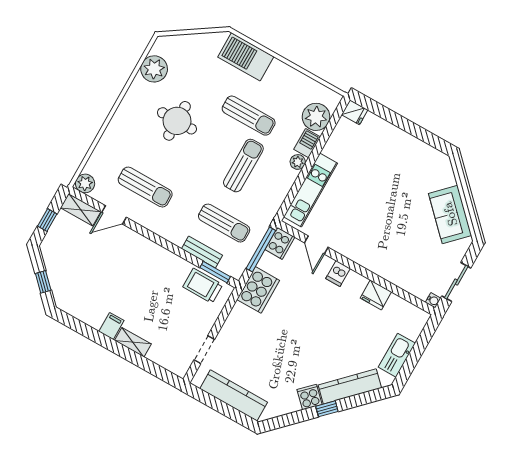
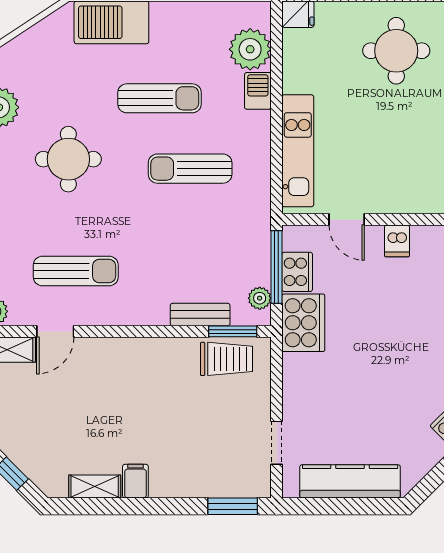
plant: (298, 162) -> (260, 298), moved
round table: (399, 165) -> (396, 51), added
sun lounger: (243, 166) -> (190, 169), turned -90
sun lounger: (224, 223) -> (208, 260), removed
cooker: (280, 243) -> (297, 272), moved
trolley: (203, 286) -> (226, 359), turned 180
shelving: (133, 342) -> (95, 486), moved
window: (159, 372) -> (233, 506), added

